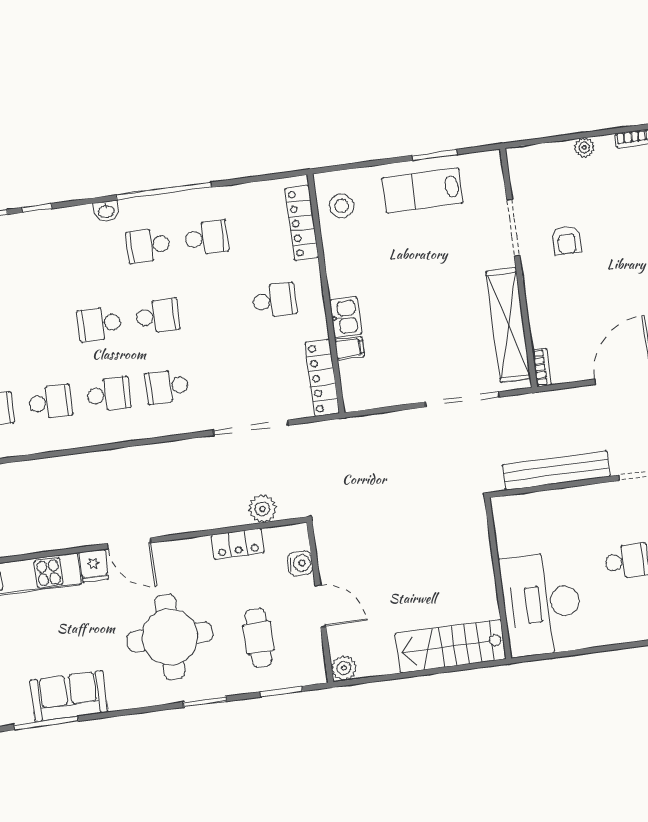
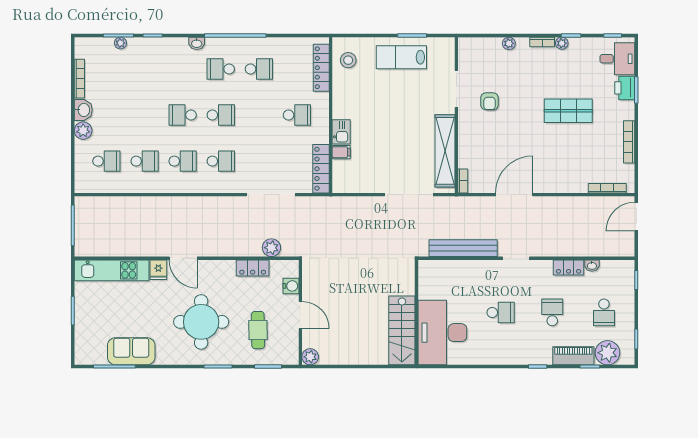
school desk: (167, 387) -> (221, 161), turned 180
stairs: (451, 646) -> (402, 330), moved, turned -90

